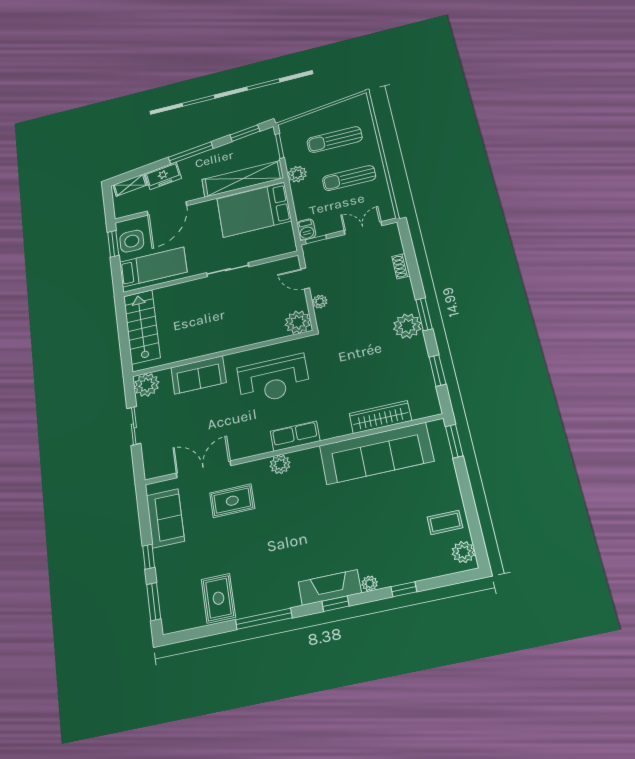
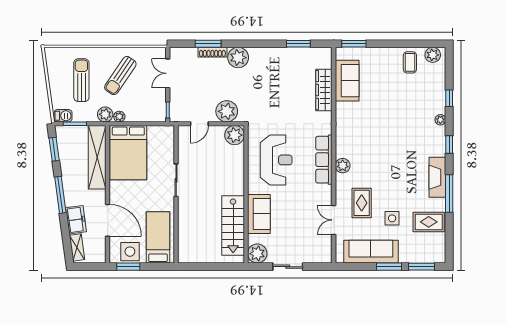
sun lounger: (335, 139) -> (81, 80), turned 180
sun lounger: (349, 178) -> (120, 76), turned 34
plant: (297, 190) -> (119, 117), added
barbecue: (306, 230) -> (63, 116), moved
shoe rack: (401, 266) -> (212, 52), width x1.43
plant: (320, 302) -> (227, 111), width x1.87, depth x1.87
window: (424, 314) -> (208, 44), moved
plant: (407, 326) -> (238, 58), moved
stairs: (142, 327) -> (233, 225), moved, turned -90
row of seats: (295, 436) -> (324, 160), width x1.48
sofa: (376, 453) -> (347, 81), width x0.54, depth x0.79
double door: (203, 469) -> (334, 220), width x0.73
sofa: (165, 518) -> (371, 252), width x1.36
side table: (217, 546) -> (392, 218), added
window: (149, 557) -> (389, 267), width x1.50
fireplace: (330, 587) -> (437, 177), moved

